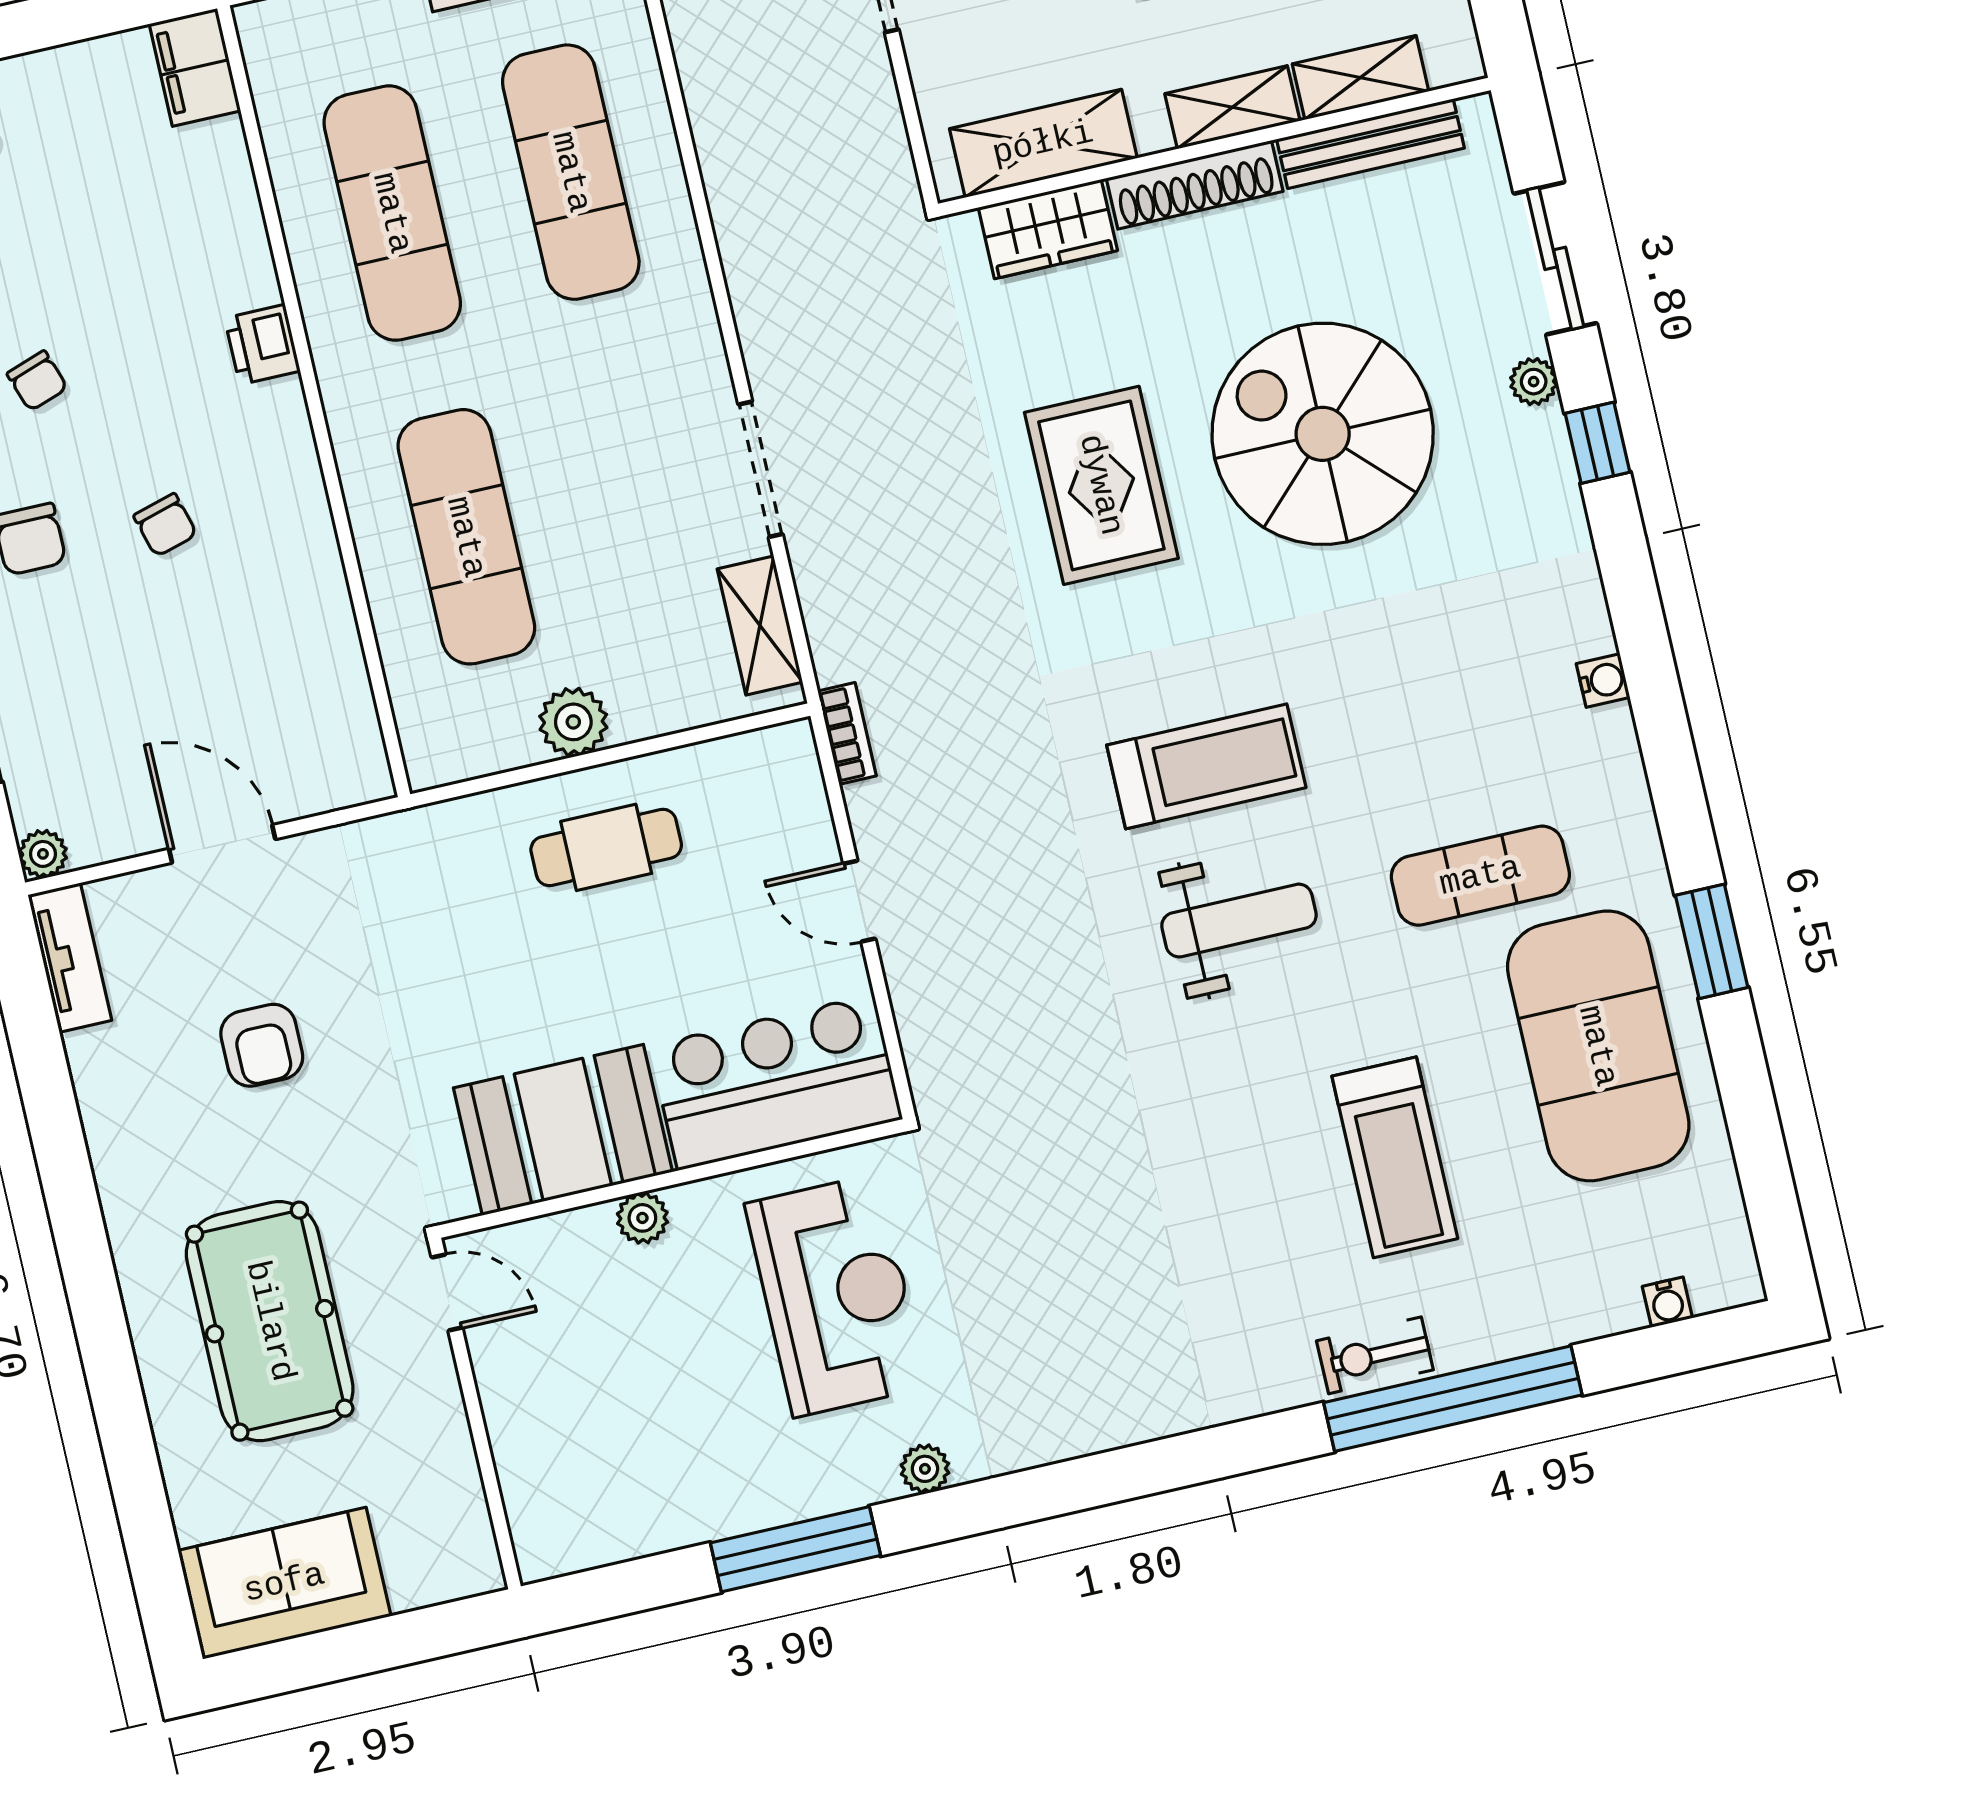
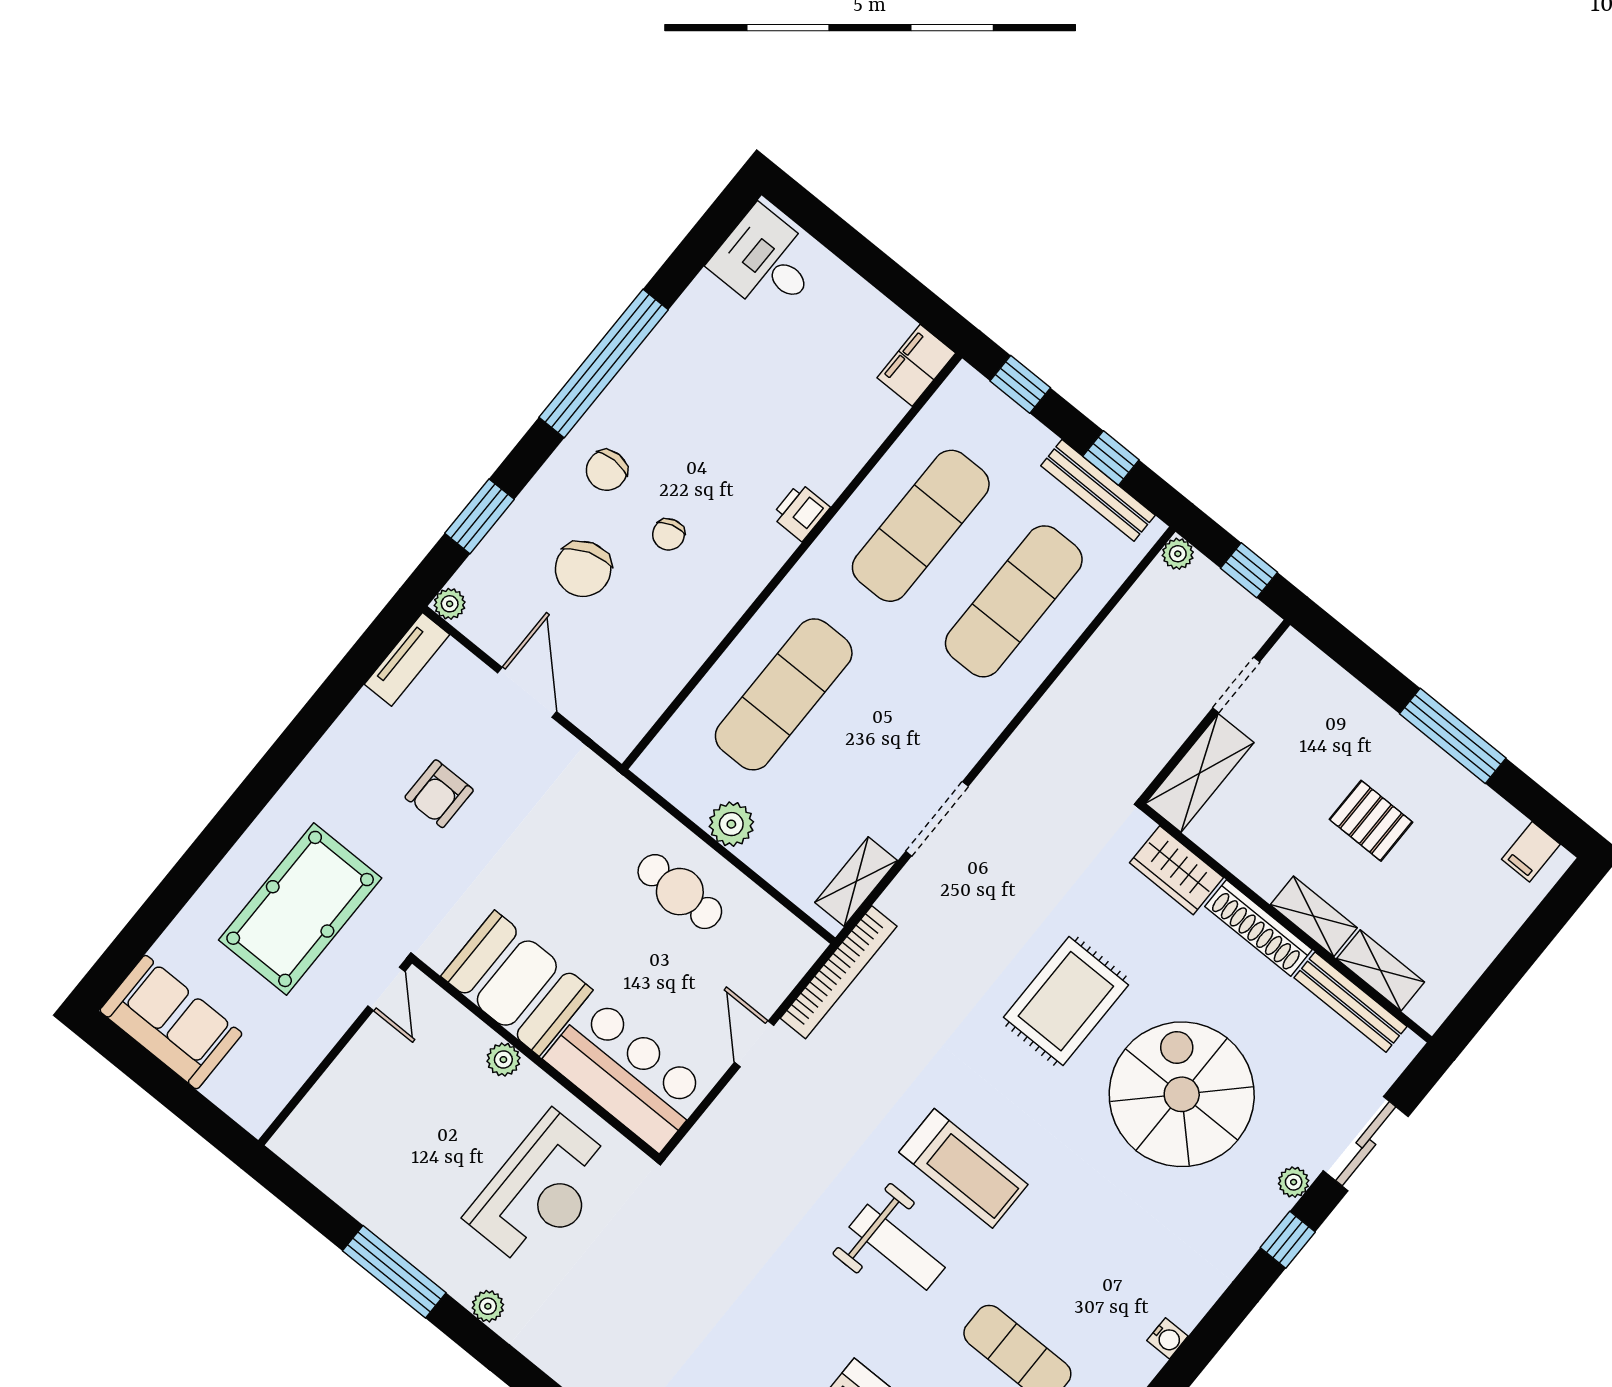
shelving: (1043, 143) -> (1200, 773), moved, turned 90
chair: (37, 381) -> (583, 569), moved, width x1.87, depth x1.87
bookcase: (847, 733) -> (839, 972), width x2.31, depth x1.31

